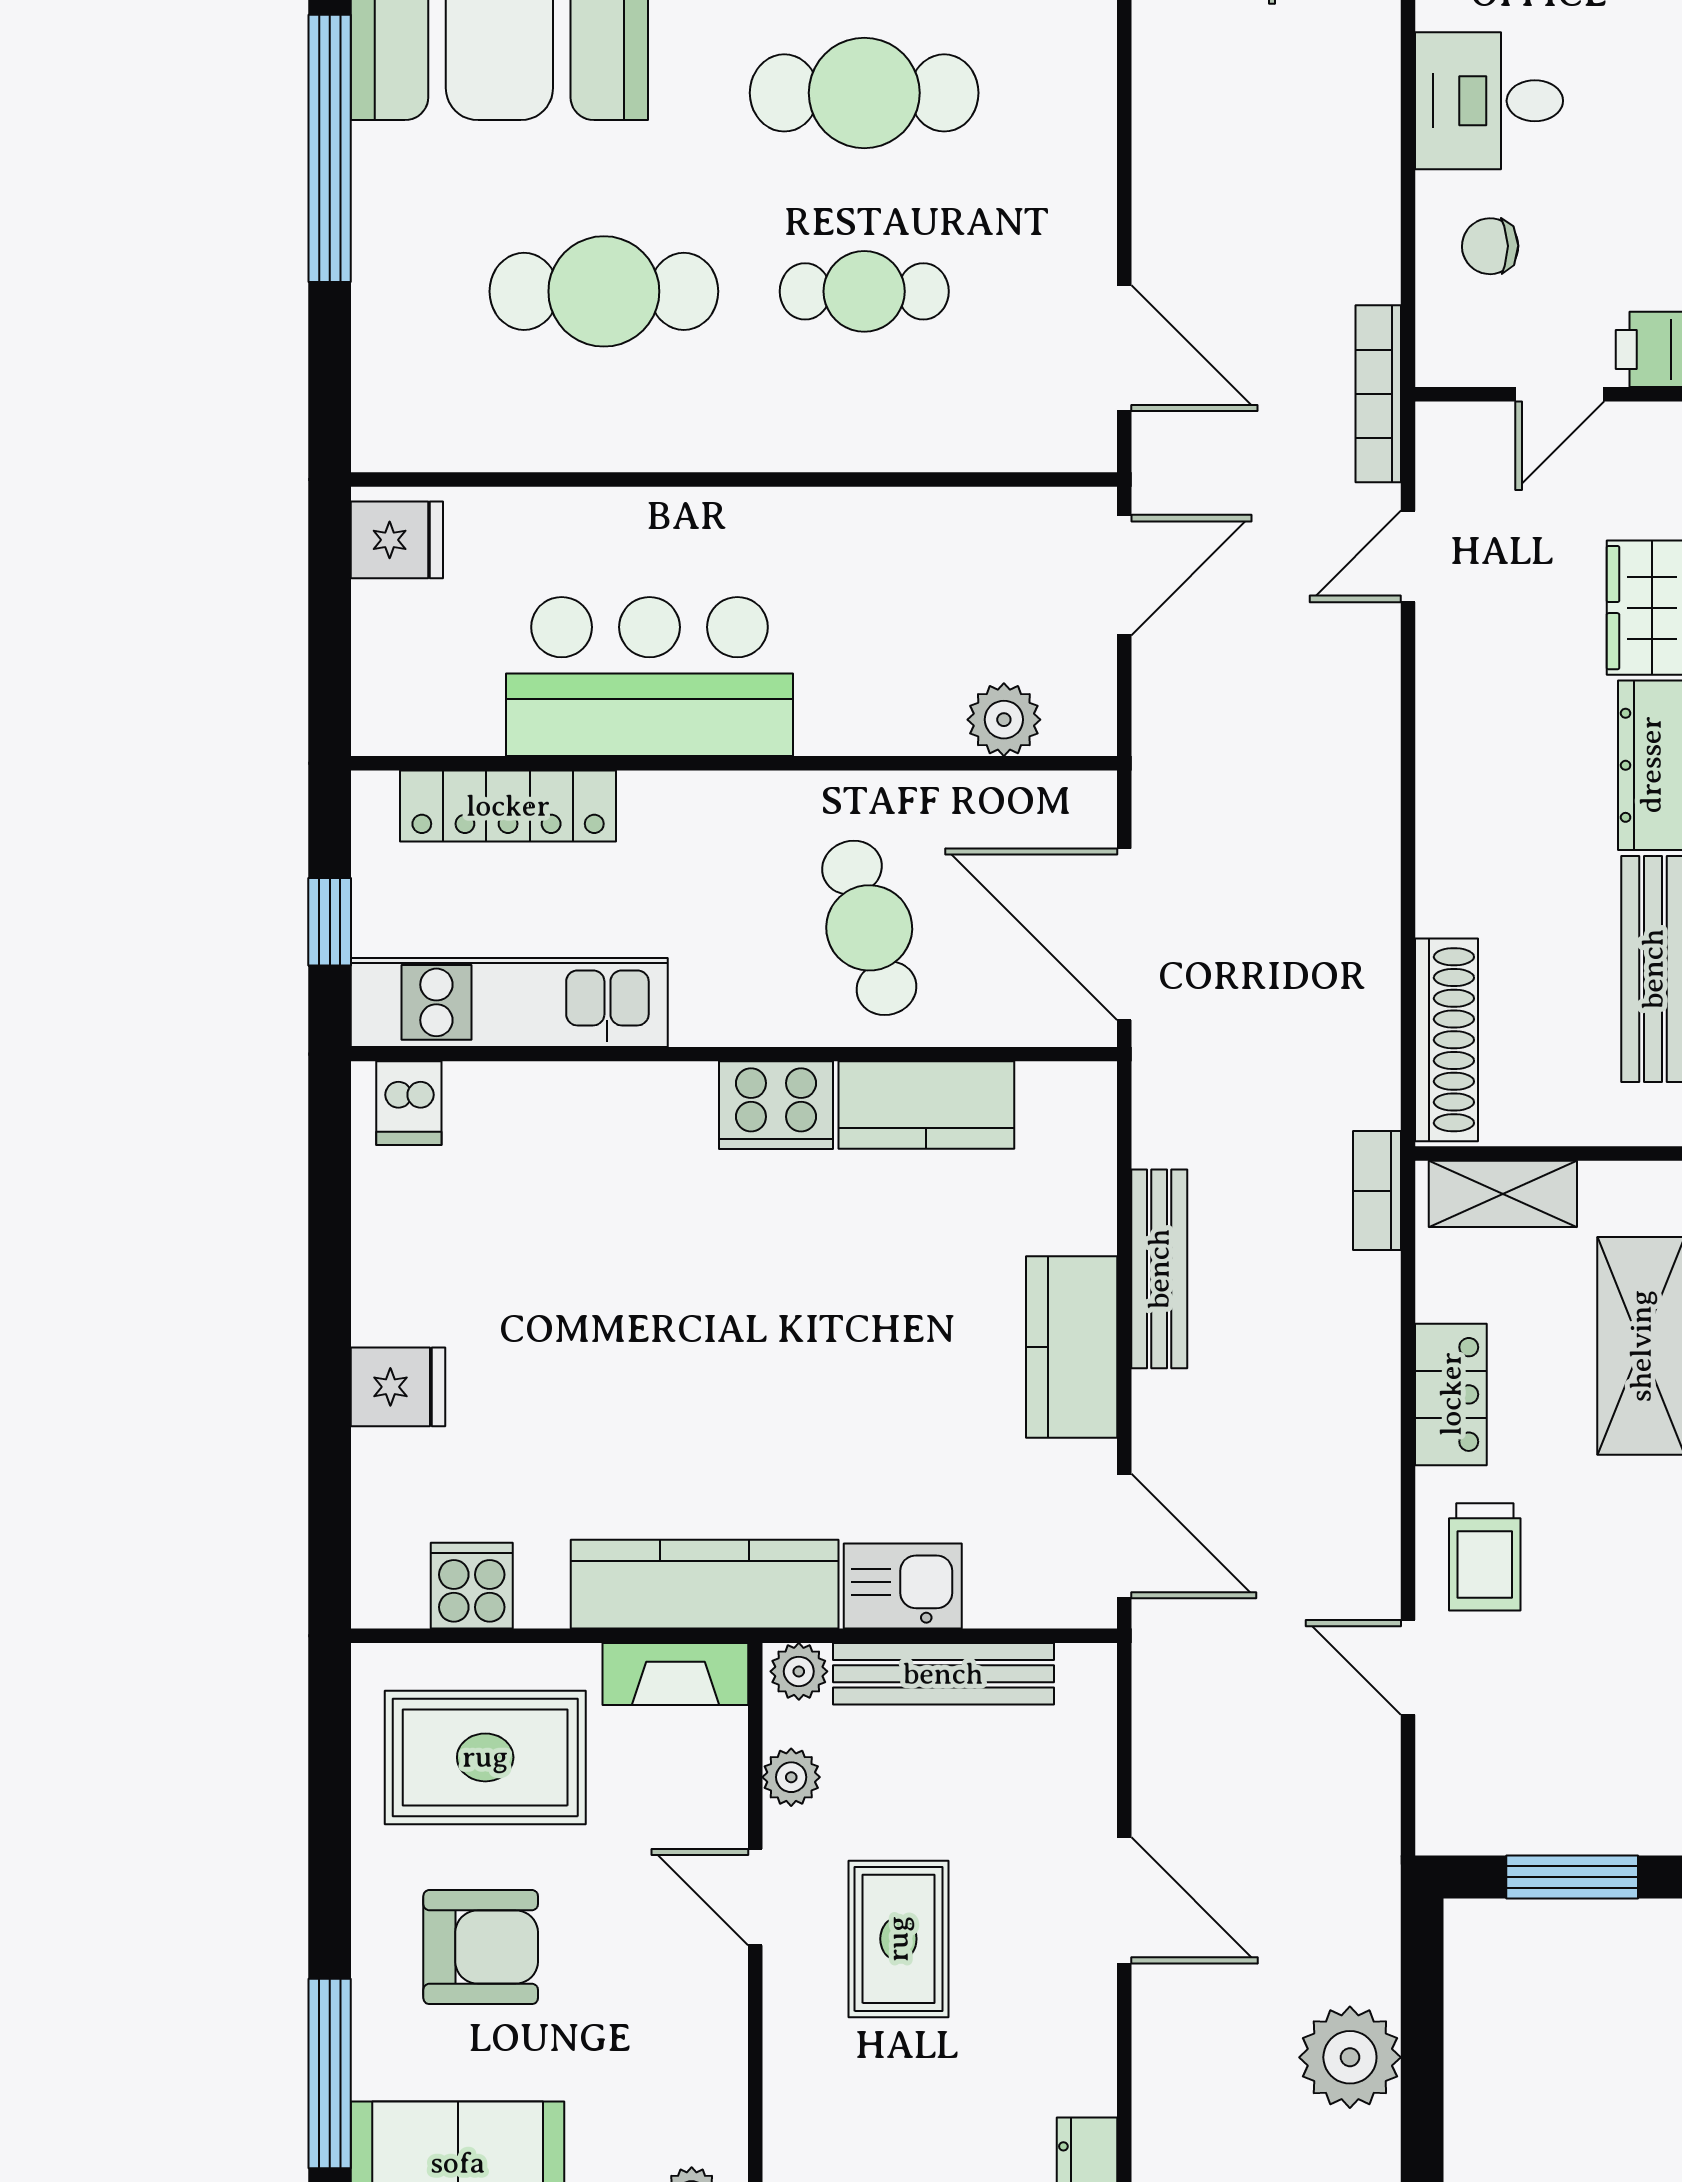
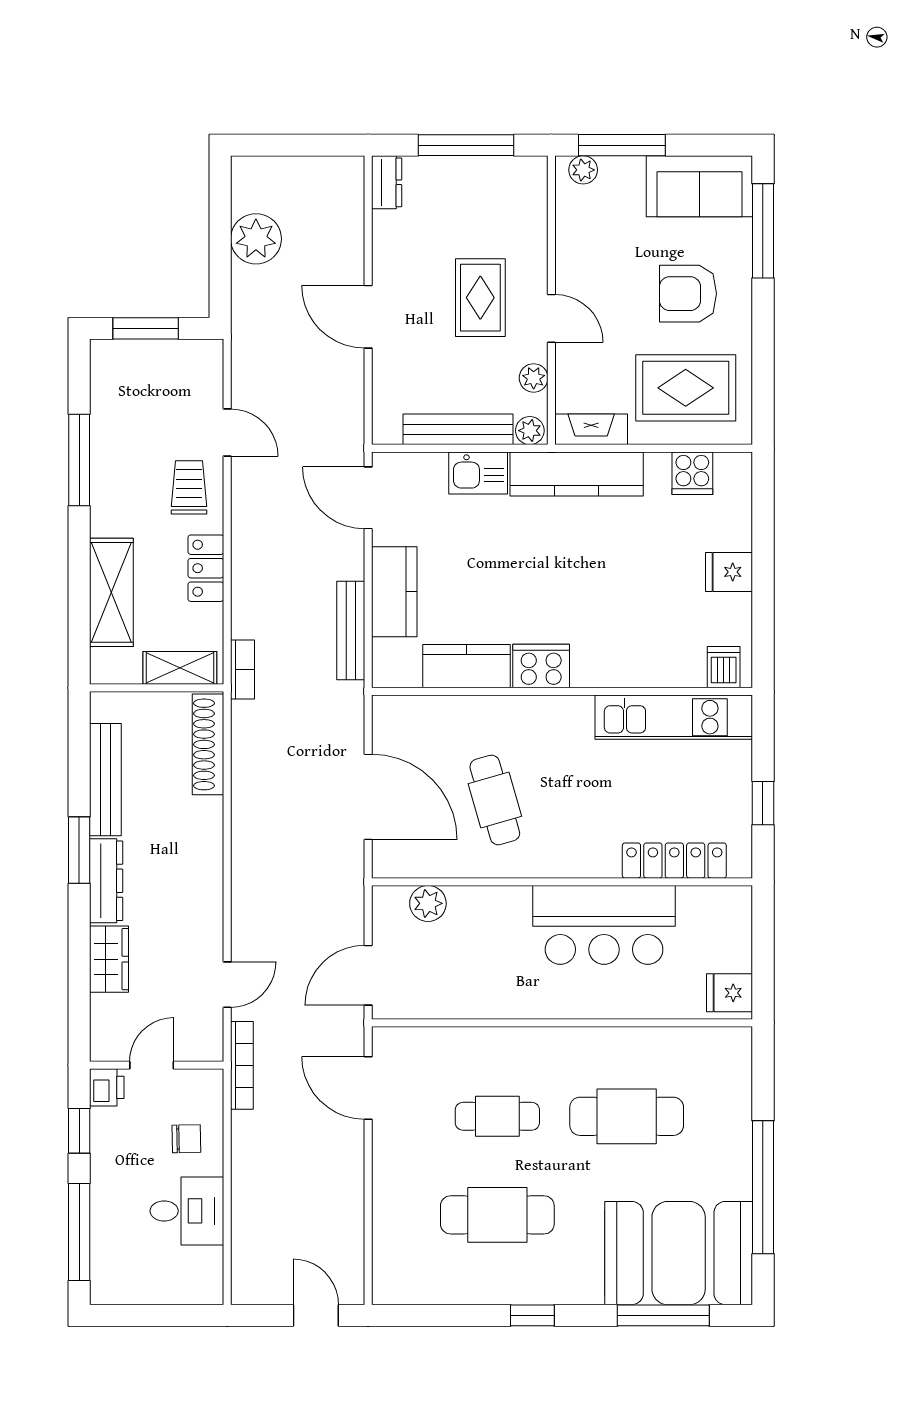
kitchen unit: (509, 1002) -> (674, 717), moved
wall: (734, 1054) -> (562, 691), moved
dishwasher: (409, 1103) -> (724, 667), moved
cooker: (776, 1105) -> (541, 666), moved
kitchen counter: (926, 1105) -> (466, 666), moved

